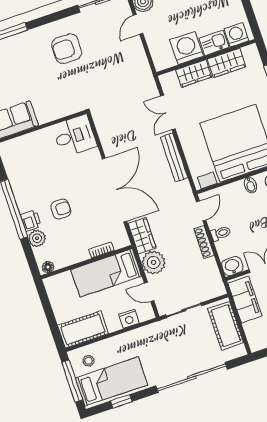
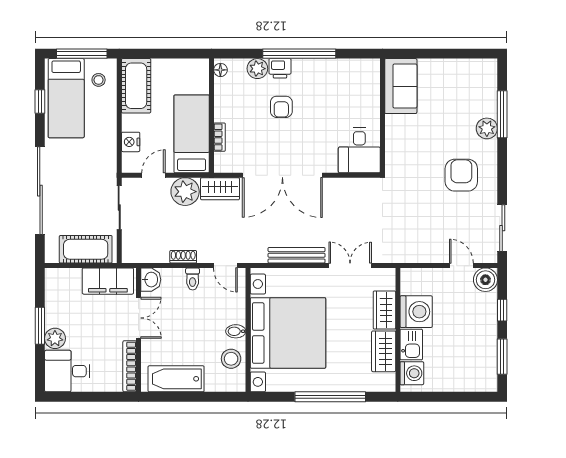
plant: (23, 41) -> (487, 128), added
shoe rack: (204, 242) -> (183, 257), width x0.70

